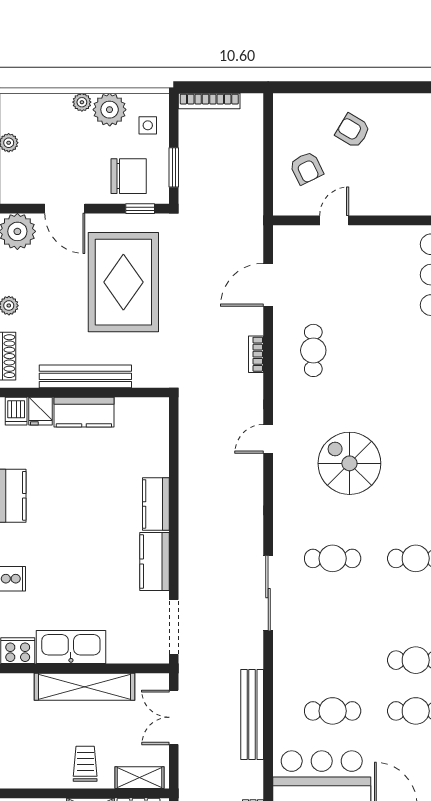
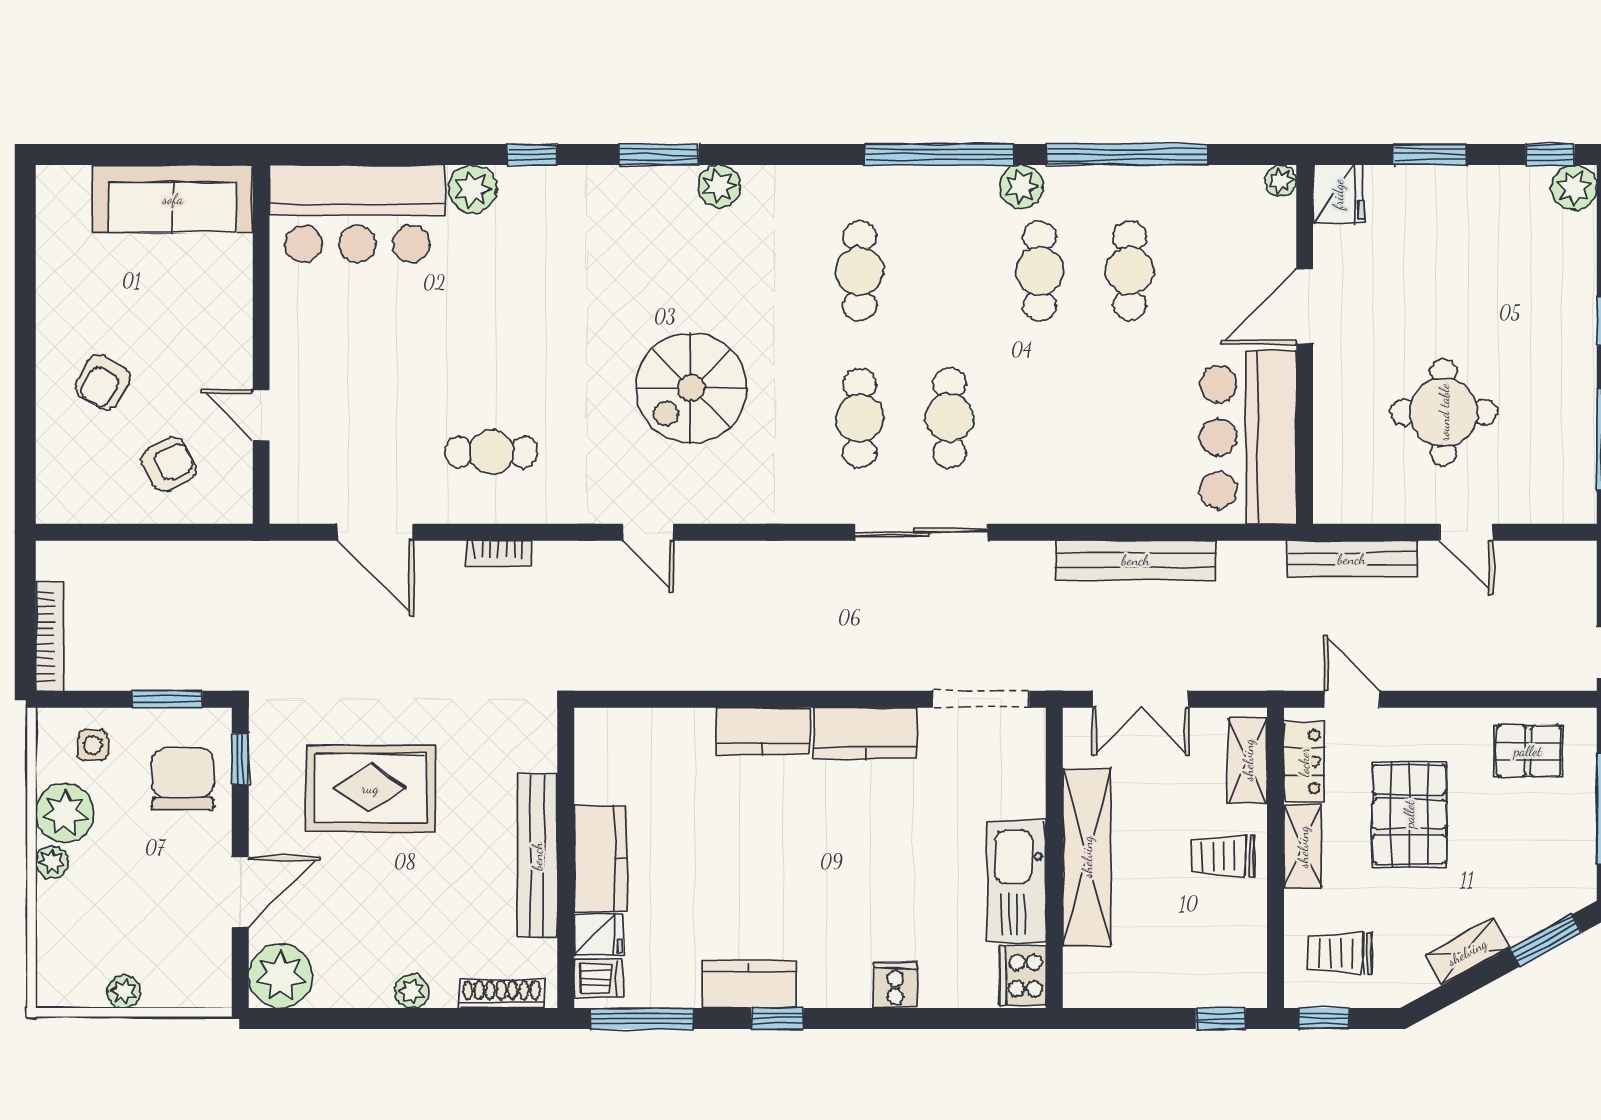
rug: (123, 282) -> (370, 788), width x0.73, depth x0.69
cafe table: (333, 711) -> (950, 418), moved

